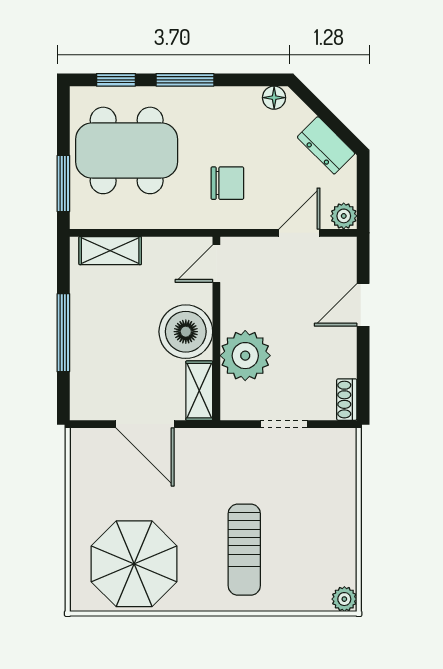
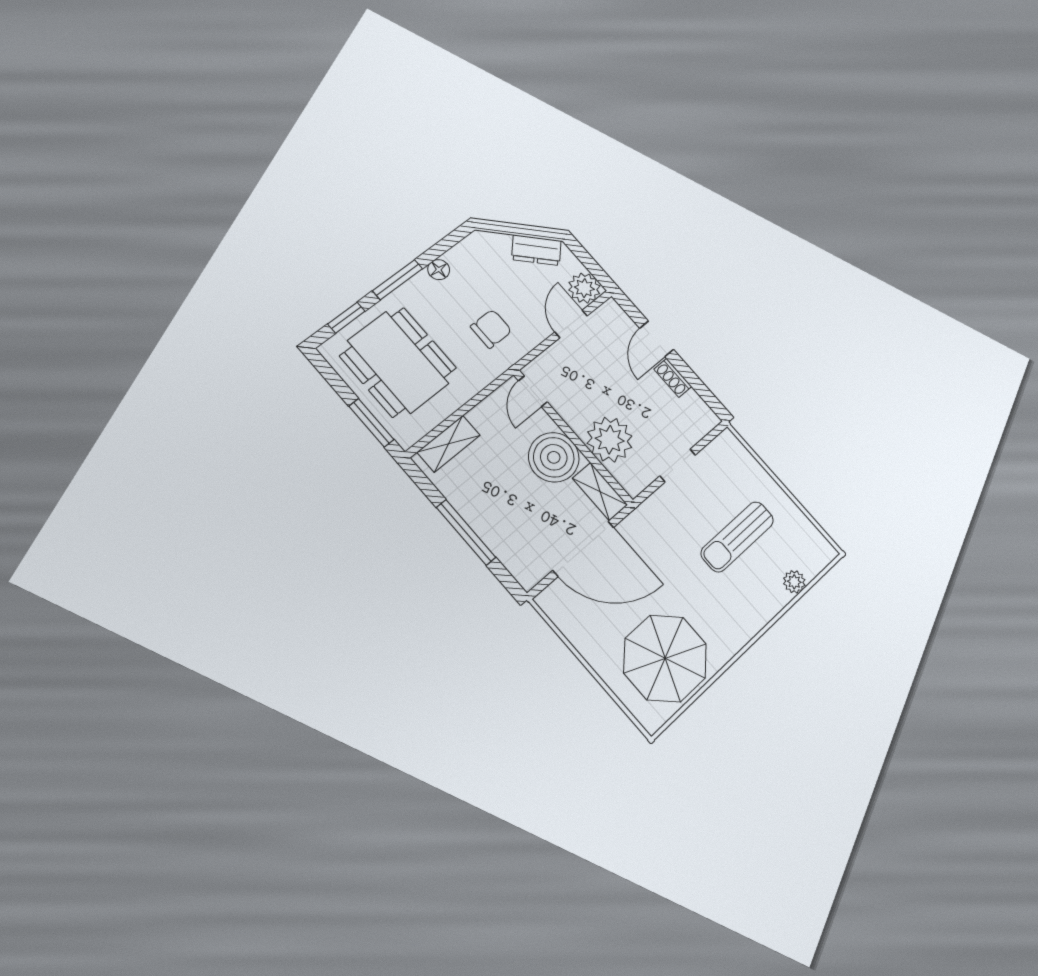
floor lamp: (274, 98) -> (439, 270), moved
dining table: (127, 150) -> (398, 362), turned 90
plant: (344, 216) -> (584, 288), width x1.38, depth x1.38
shoe rack: (347, 400) -> (673, 378), moved
door: (145, 424) -> (583, 549), width x1.36
sun lounger: (244, 550) -> (737, 537), moved, turned 90
plant: (344, 599) -> (794, 582), moved

